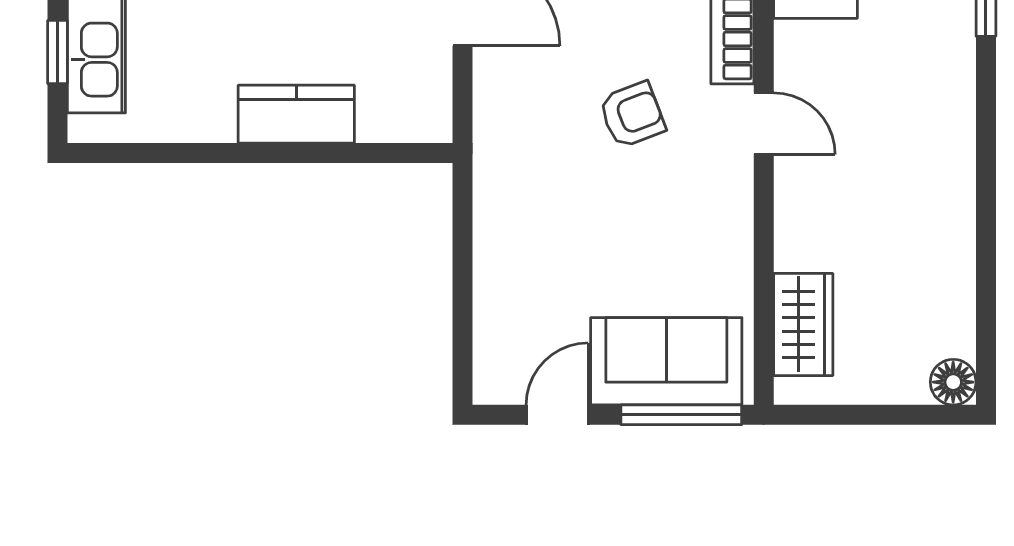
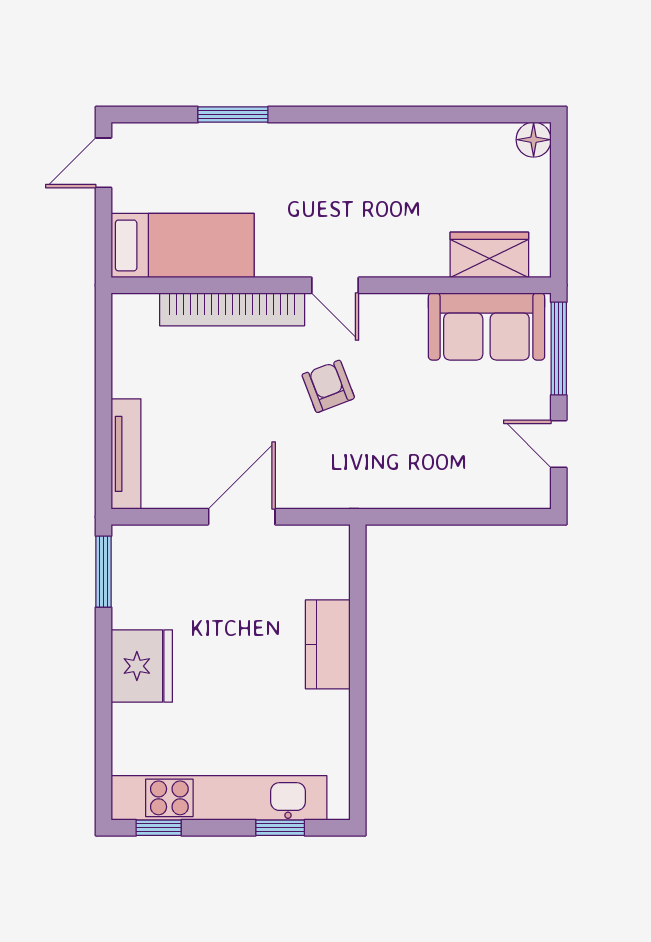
door: (764, 124) -> (335, 285), swing flipped
sofa: (666, 361) -> (486, 326), moved, turned -90

